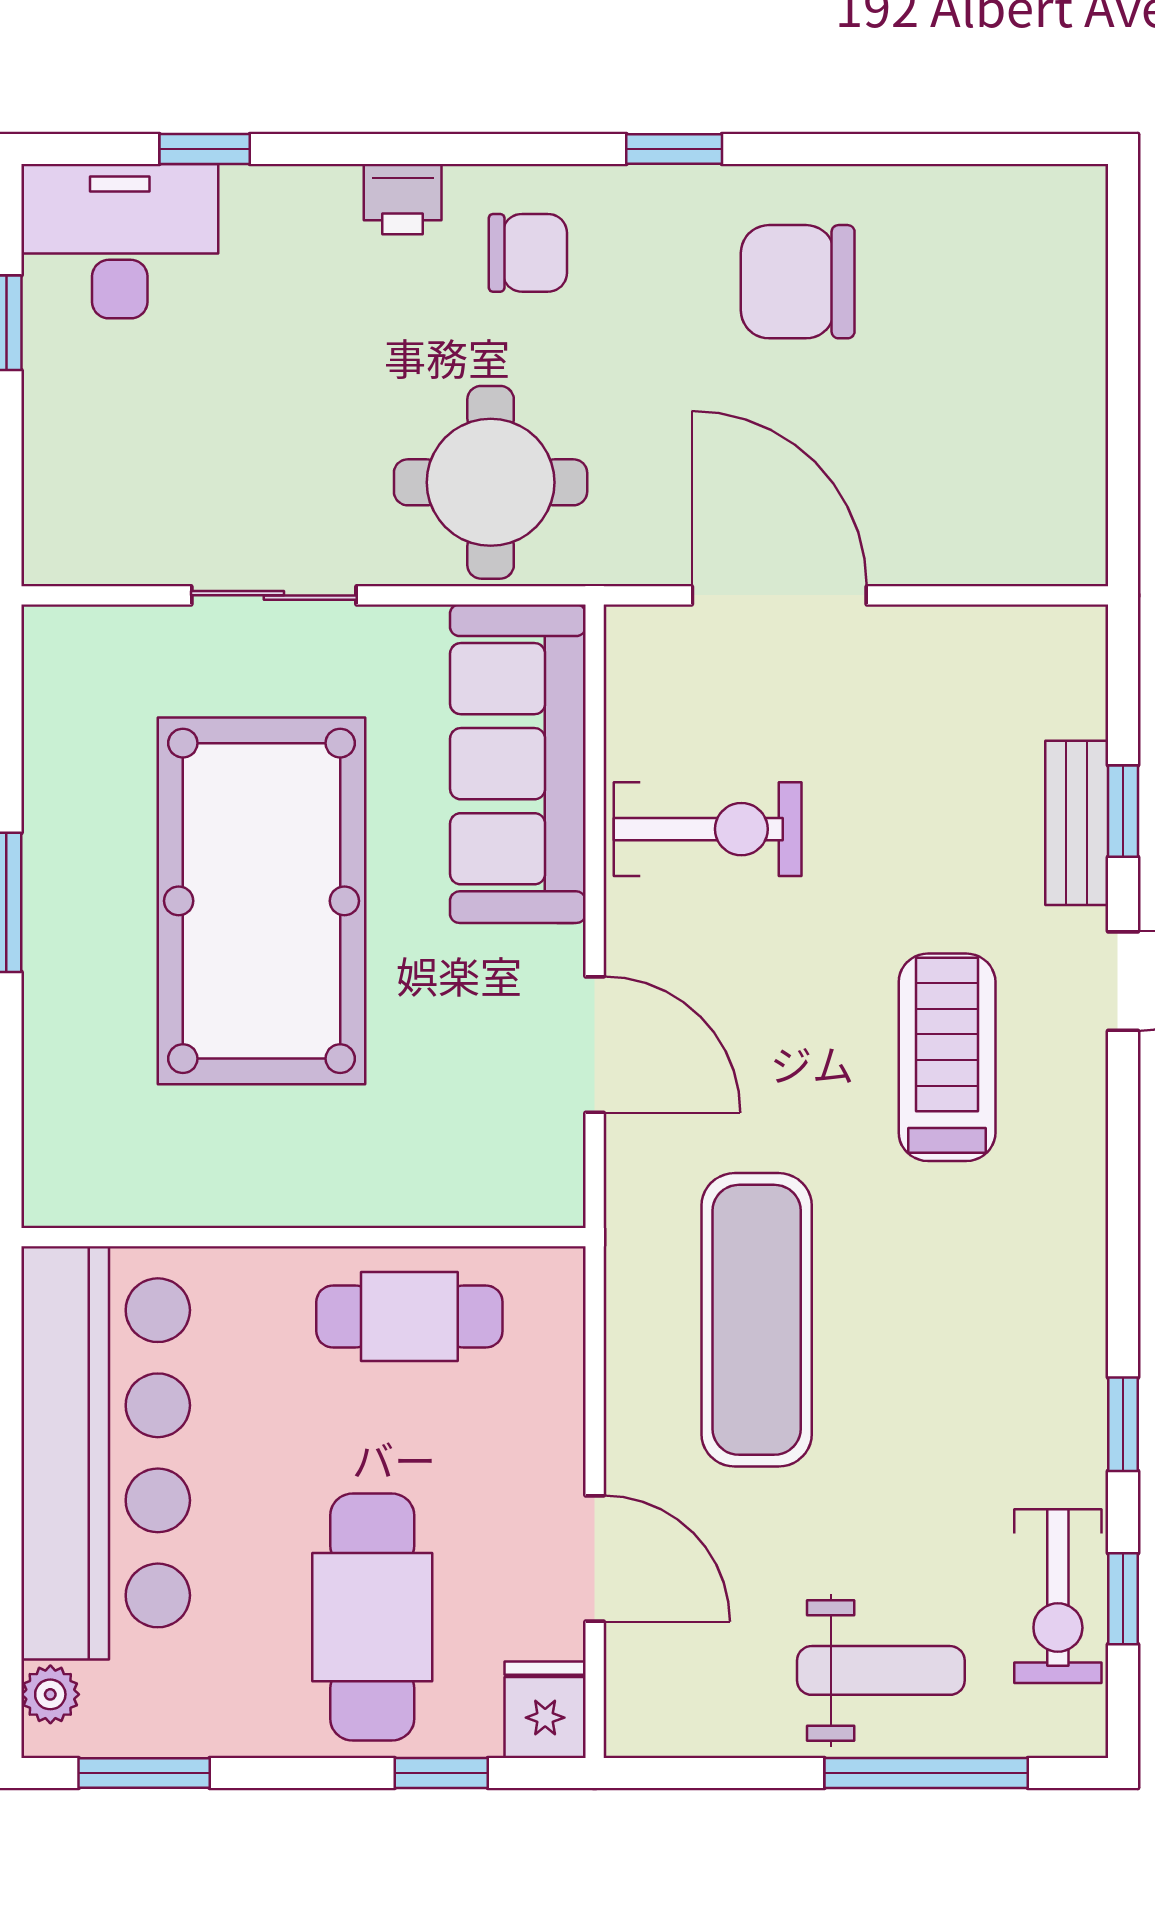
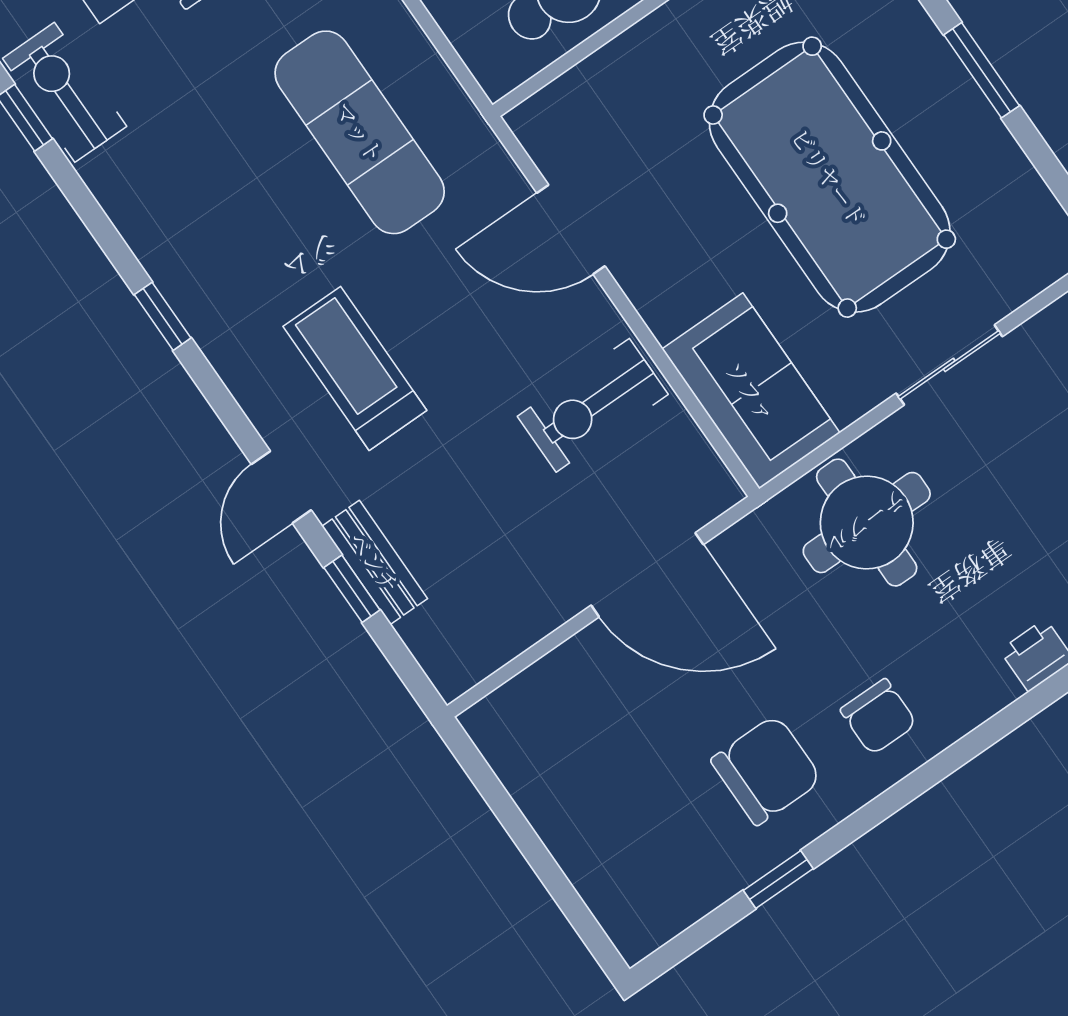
window: (674, 149) -> (778, 879), moved
chair: (528, 253) -> (878, 717), moved, turned -90
sofa: (518, 764) -> (751, 391), width x0.73
treadmill: (947, 1057) -> (355, 368), turned 180
window: (1123, 1424) -> (163, 316), moved

